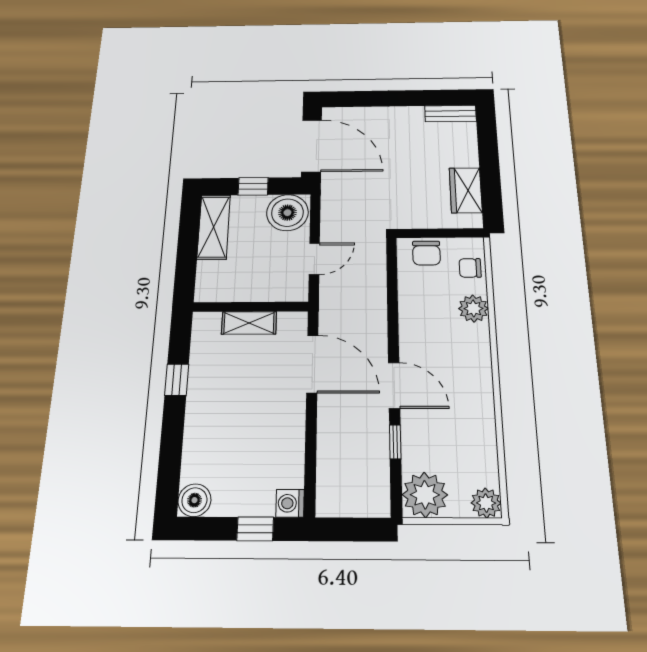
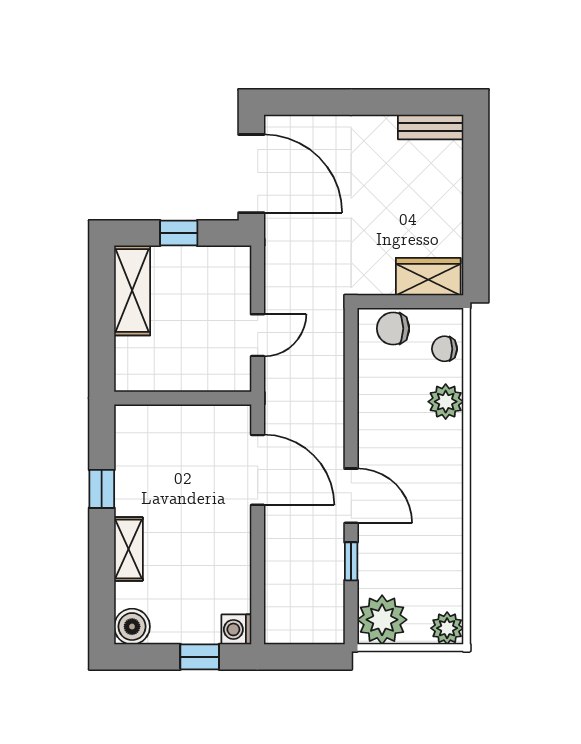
wardrobe: (466, 190) -> (428, 277), moved, turned 90
boiler: (287, 213) -> (223, 271), removed
chair: (426, 253) -> (393, 328), turned 90
shelving: (249, 323) -> (129, 549), moved, turned 90

